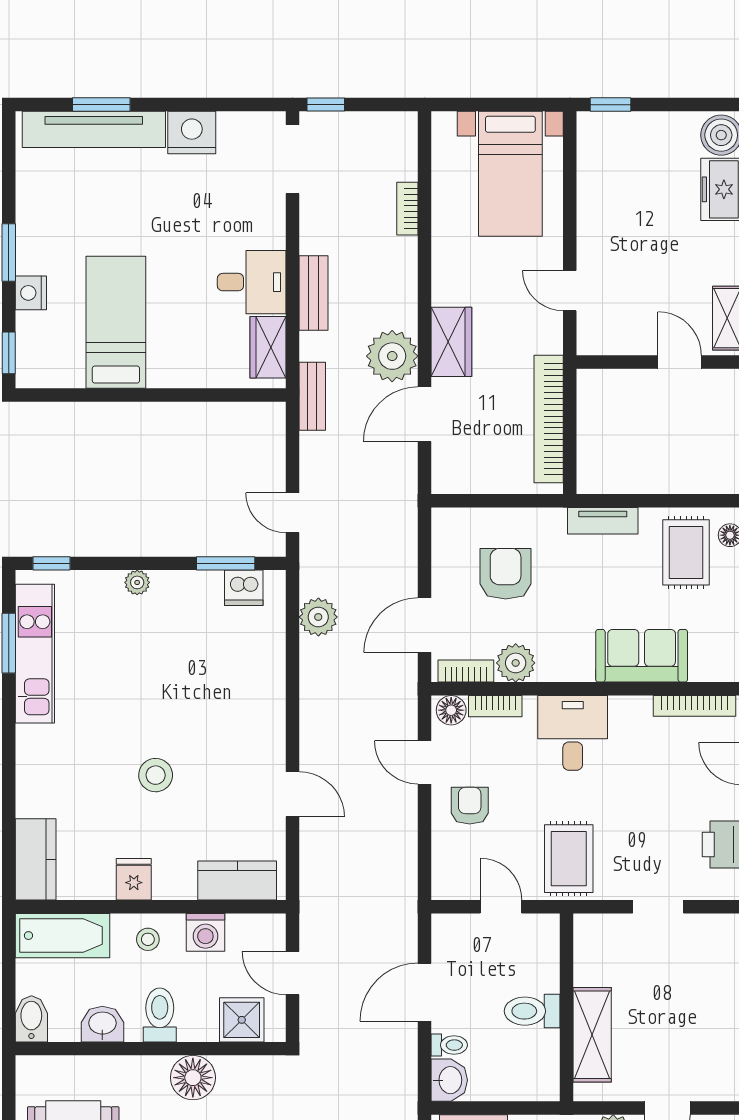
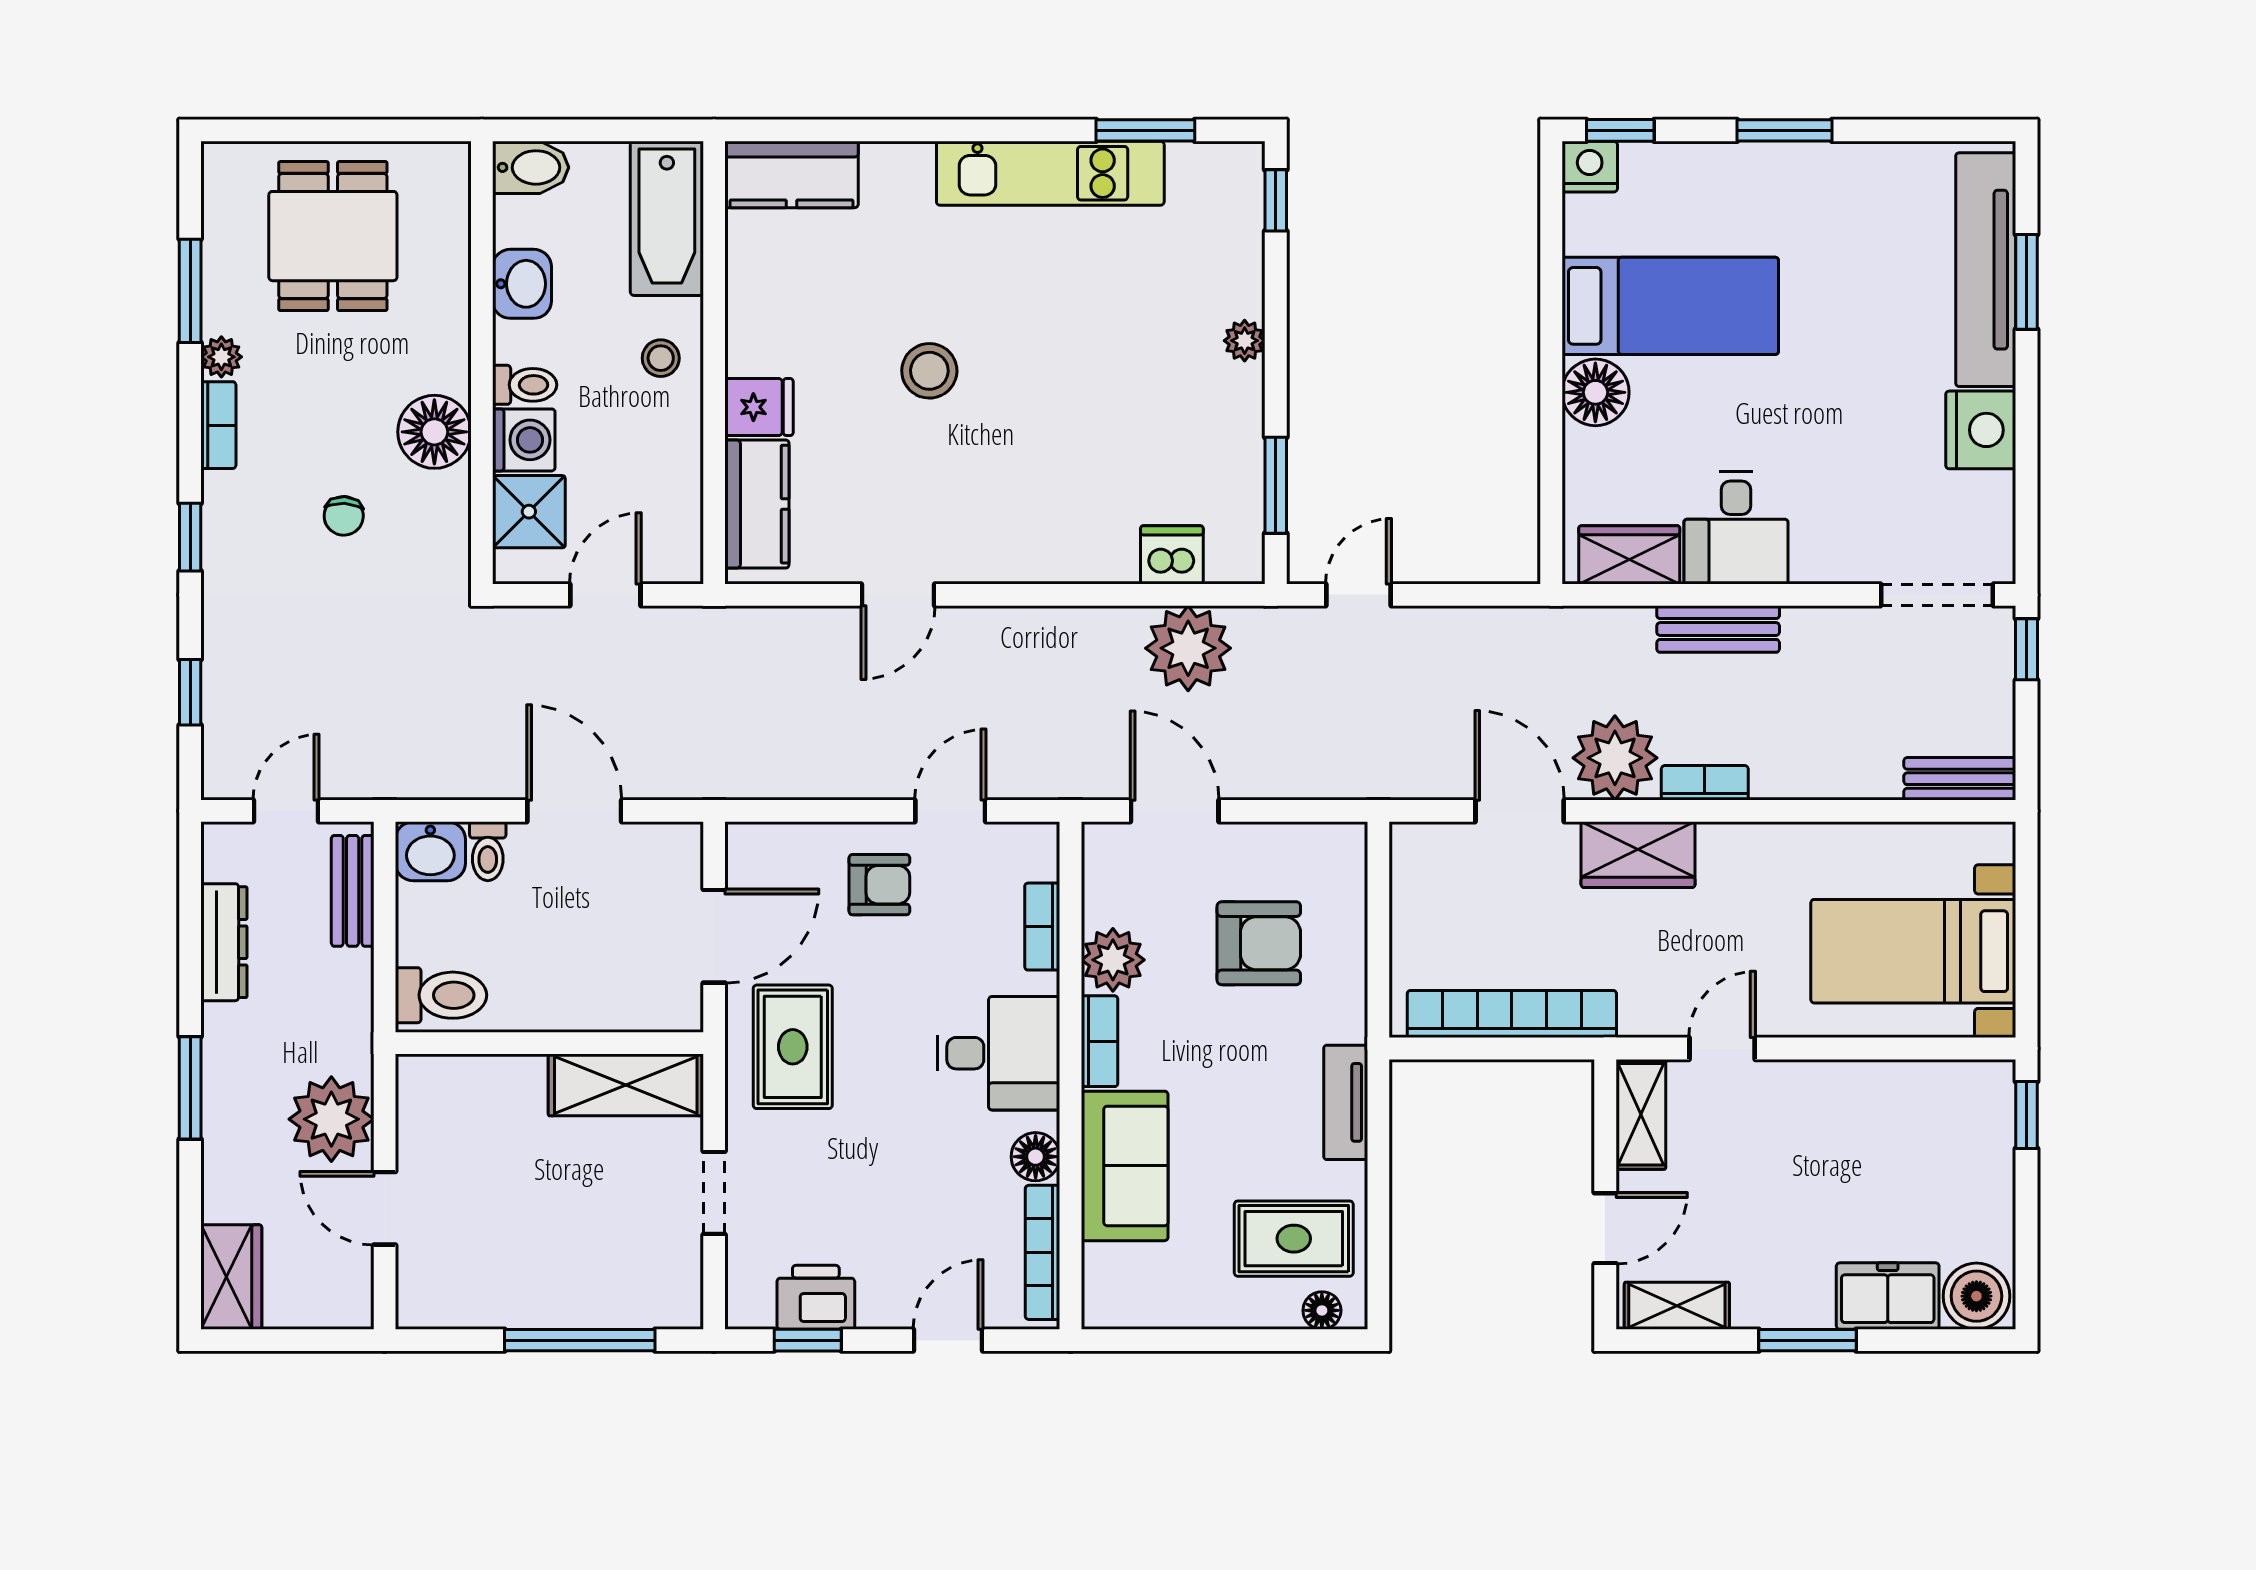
bookcase: (407, 209) -> (1705, 783), moved
nightstand: (31, 293) -> (1590, 167), moved
shelving: (610, 340) -> (1641, 1114), added
floor lamp: (169, 368) -> (1595, 392), added
bench: (312, 396) -> (1960, 779), moved
dishwasher: (244, 588) -> (1172, 555), moved, turned 90
plant: (318, 617) -> (1188, 648), width x1.36, depth x1.36
kitchen unit: (35, 654) -> (1050, 173), moved
bookcase: (466, 671) -> (1100, 1041), moved
floor lamp: (451, 710) -> (1036, 1157), moved
rug: (569, 859) -> (793, 1047), turned 90
fridge: (134, 879) -> (759, 407), moved
door: (501, 907) -> (714, 936), width x1.38
washing machine: (205, 932) -> (524, 440), moved, turned 180
toilet: (532, 1011) -> (441, 995), moved, turned 90
toilet: (160, 1015) -> (525, 385), width x0.73, depth x0.72
shelving: (592, 1035) -> (626, 1085), moved

